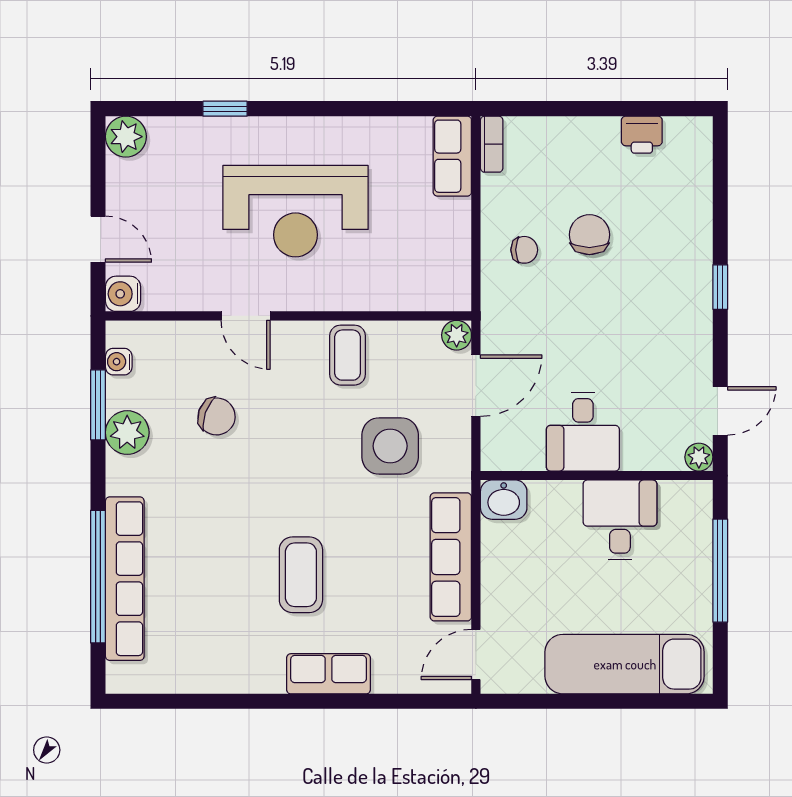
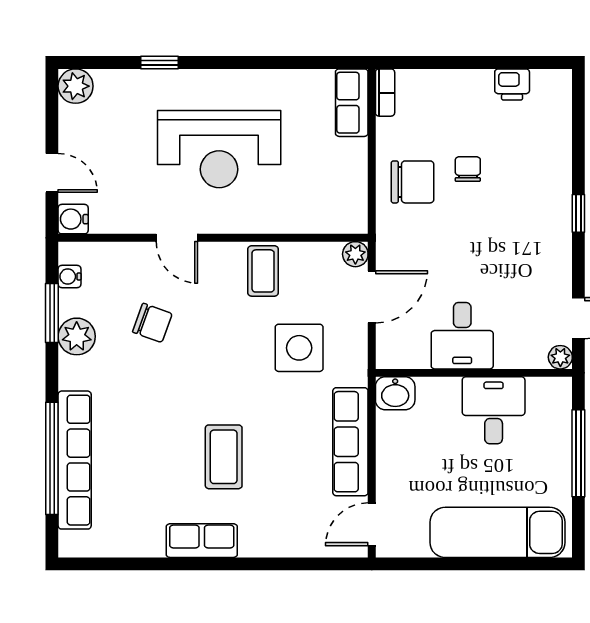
chair: (589, 235) -> (468, 169), width x0.73, depth x0.73
chair: (524, 250) -> (413, 182), width x1.87, depth x1.87
row of seats: (329, 674) -> (202, 541), moved

